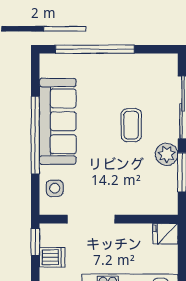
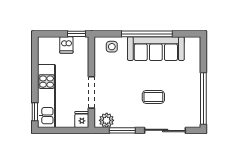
window: (95, 49) -> (203, 98), moved
plant: (167, 154) -> (107, 120), moved
doorway: (91, 219) -> (91, 92), moved

